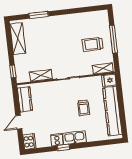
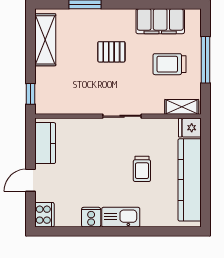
filing cabinet: (84, 20) -> (160, 21), added
pallet: (58, 41) -> (111, 52), added
shelving: (41, 75) -> (77, 106), removed
window: (63, 147) -> (100, 231), removed

